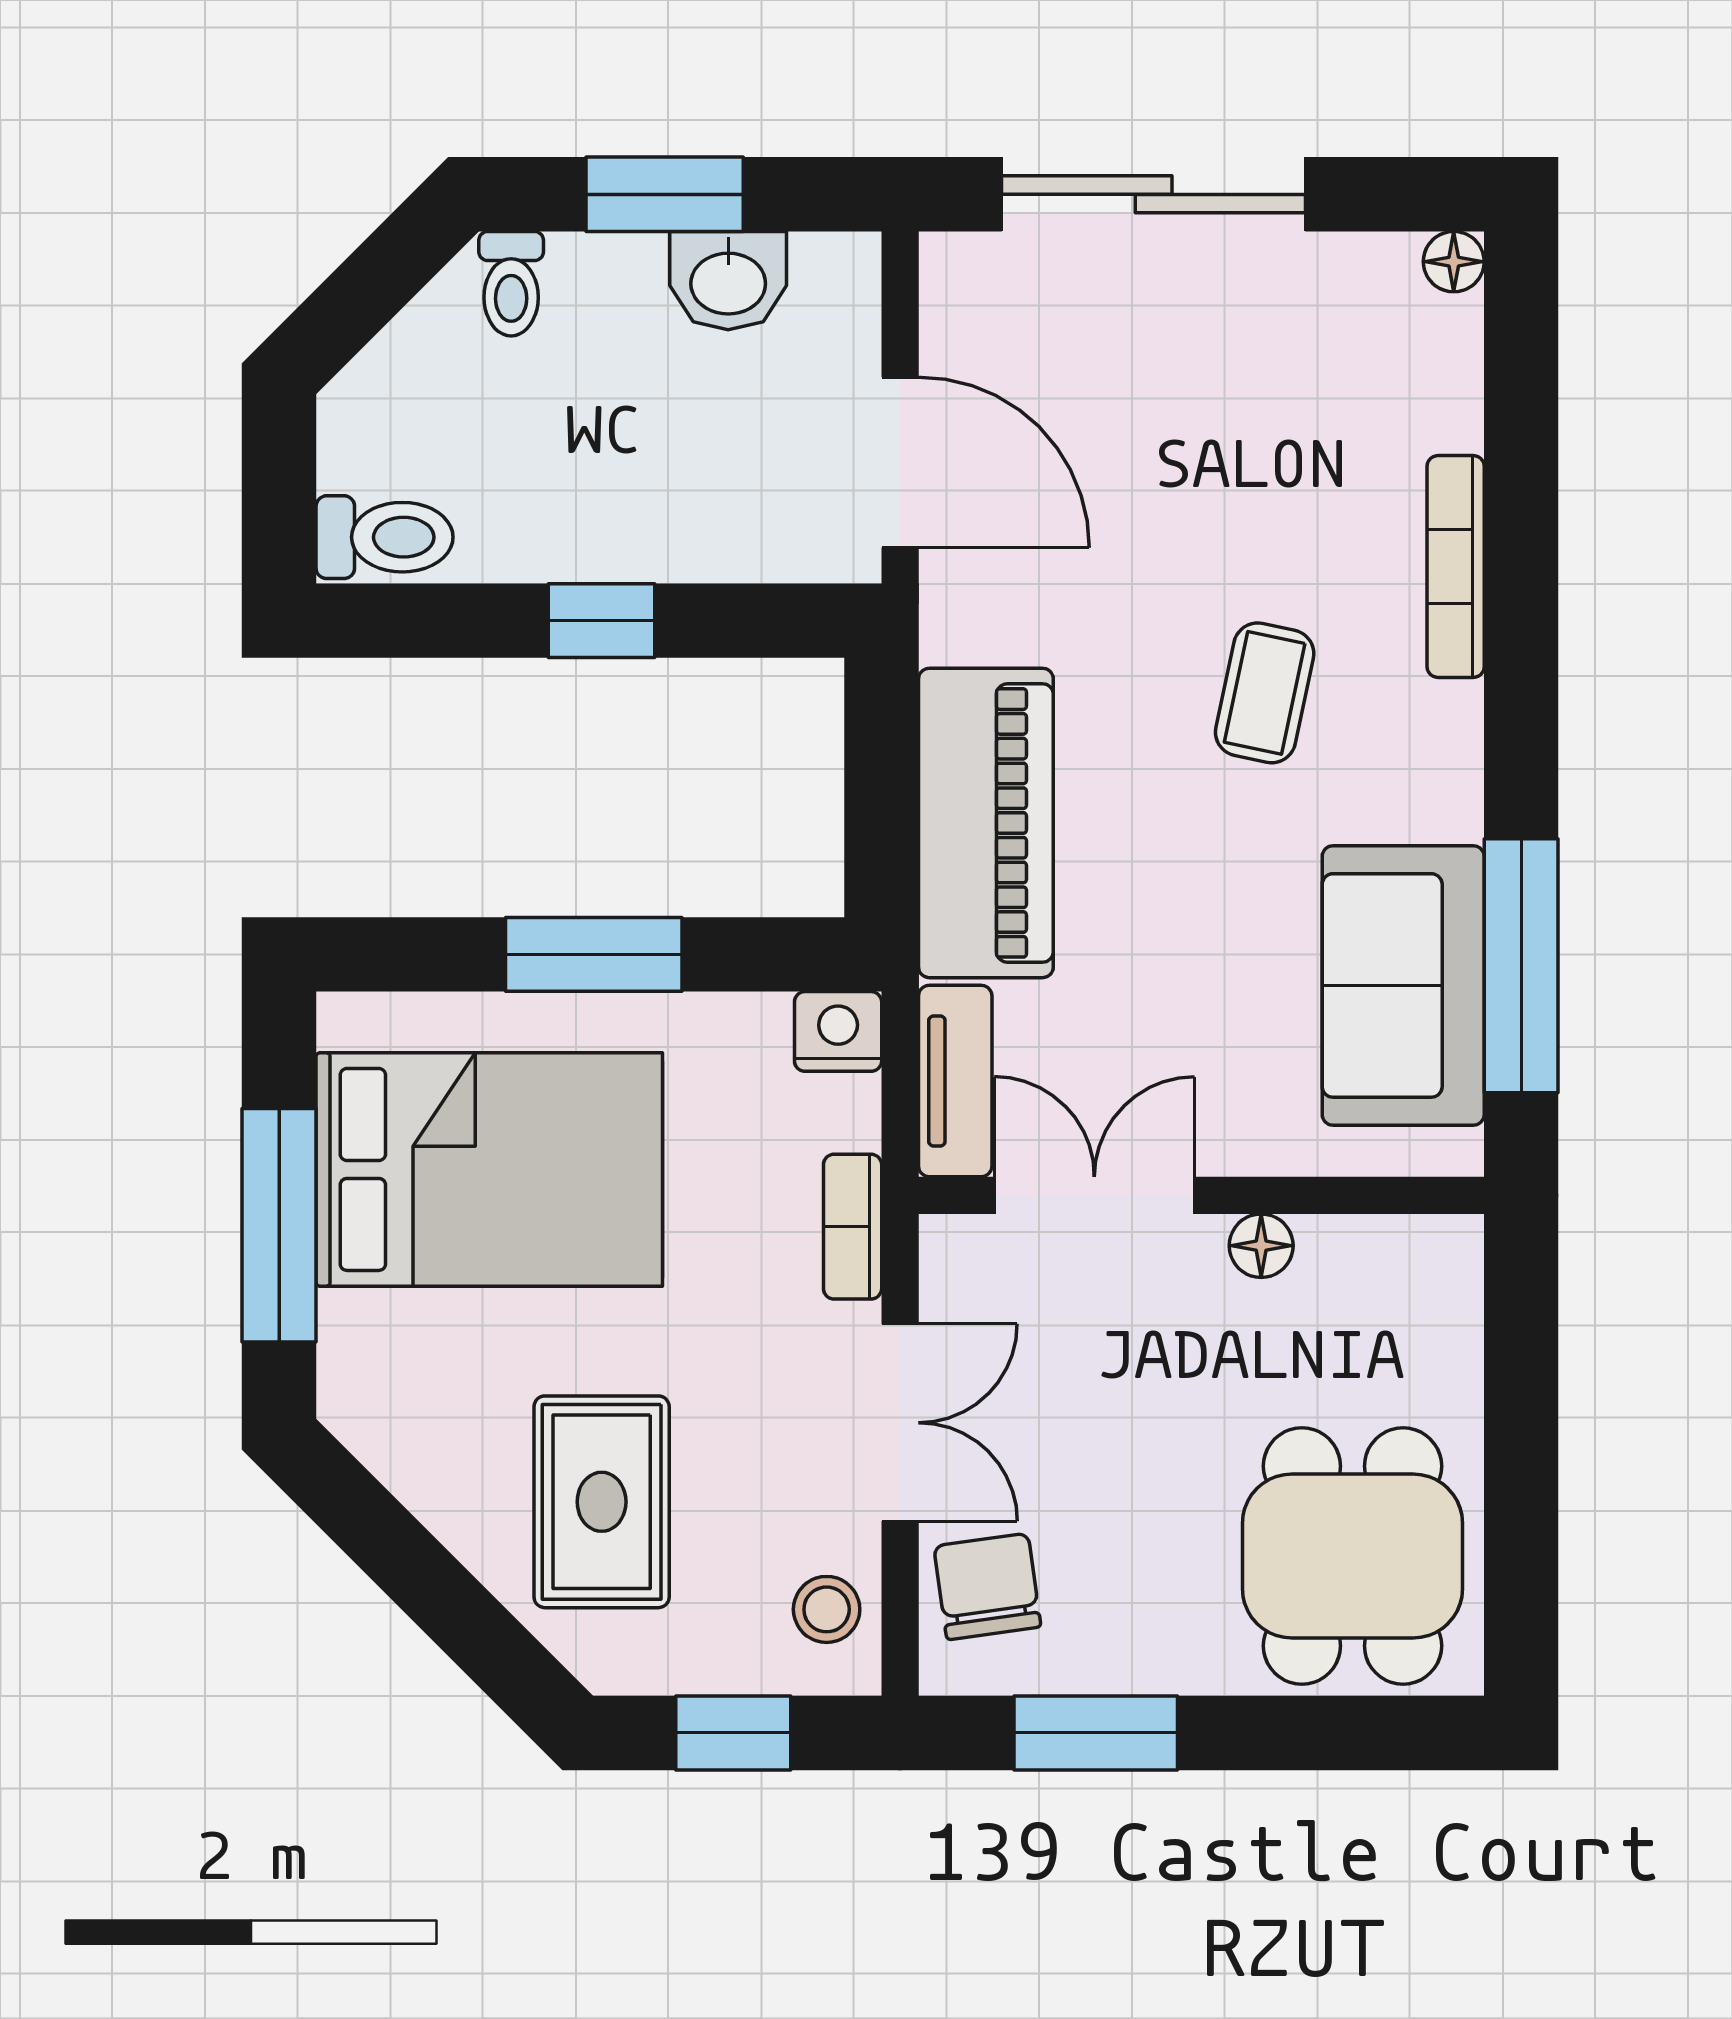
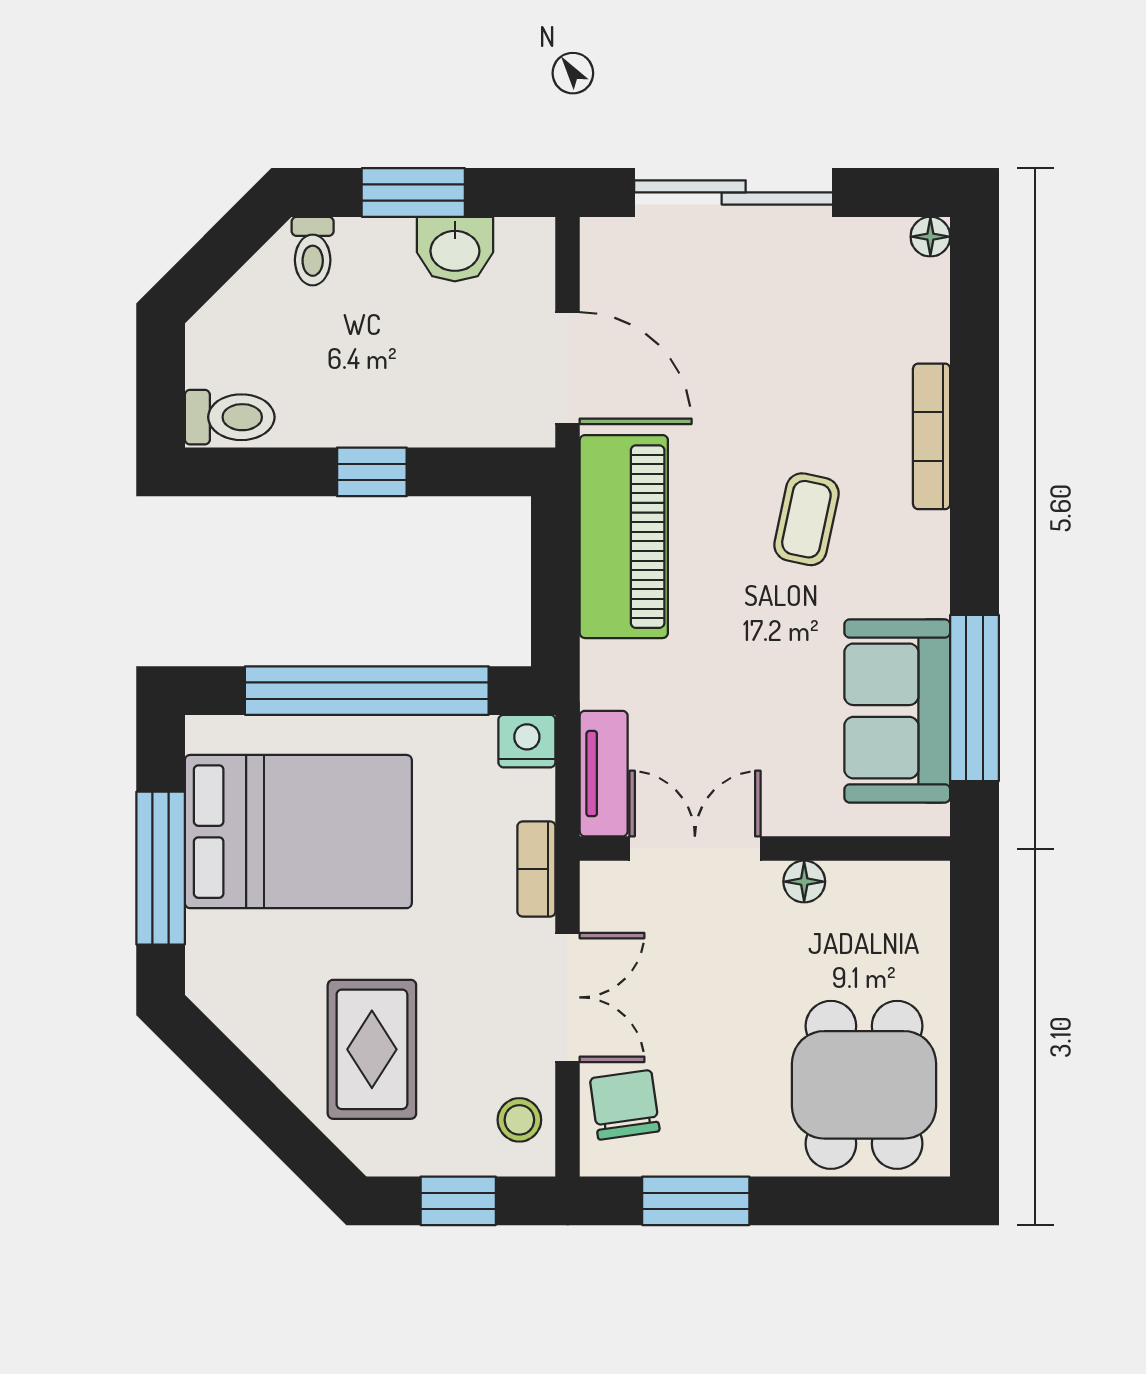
piano: (986, 823) -> (624, 537), moved
window: (594, 954) -> (367, 691), width x2.11

